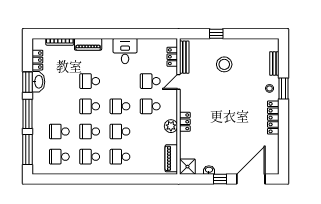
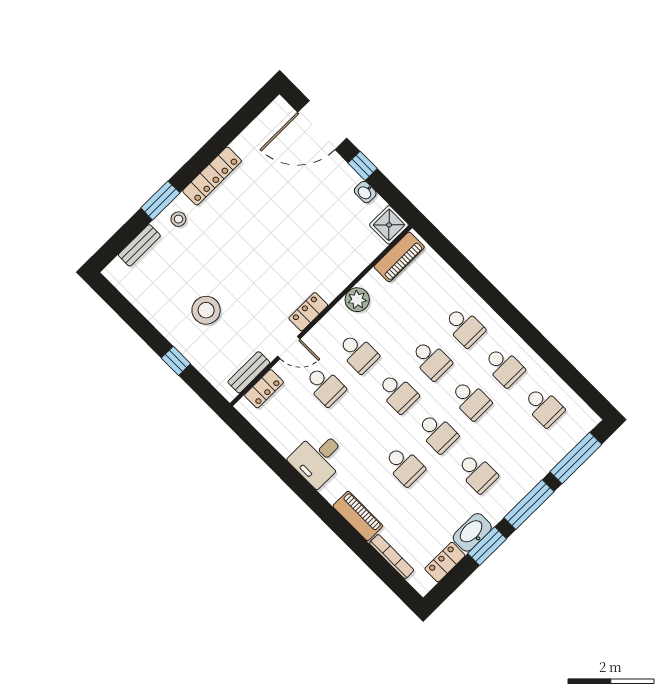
bench: (184, 57) -> (249, 372), width x0.73
locker: (185, 122) -> (308, 312), moved
school desk: (59, 132) -> (477, 473), moved

